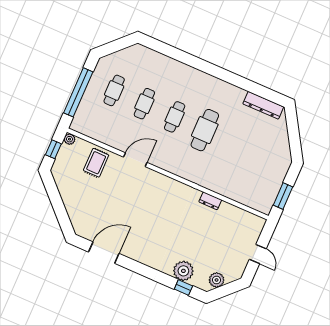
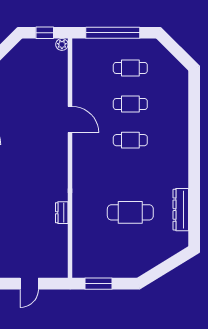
dresser: (263, 105) -> (181, 210), moved
cafe table: (205, 130) -> (130, 212), moved
rug: (96, 163) -> (50, 81), removed

